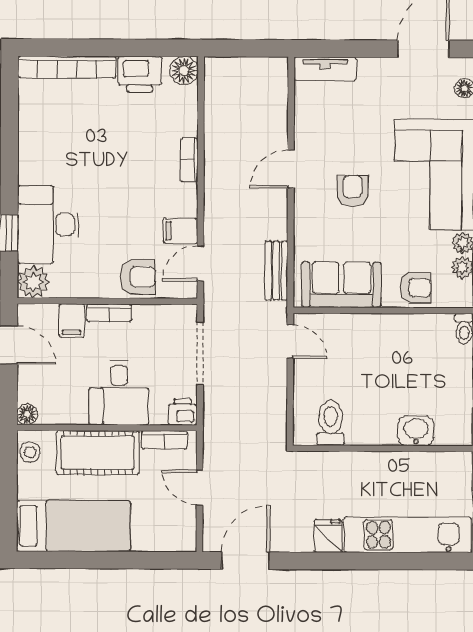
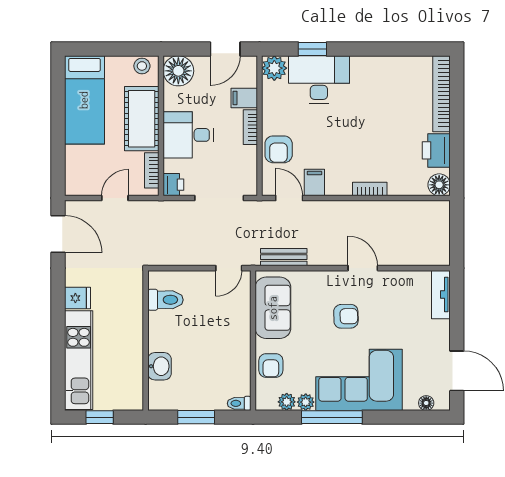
floor lamp: (27, 414) -> (178, 71), width x1.89, depth x1.89

